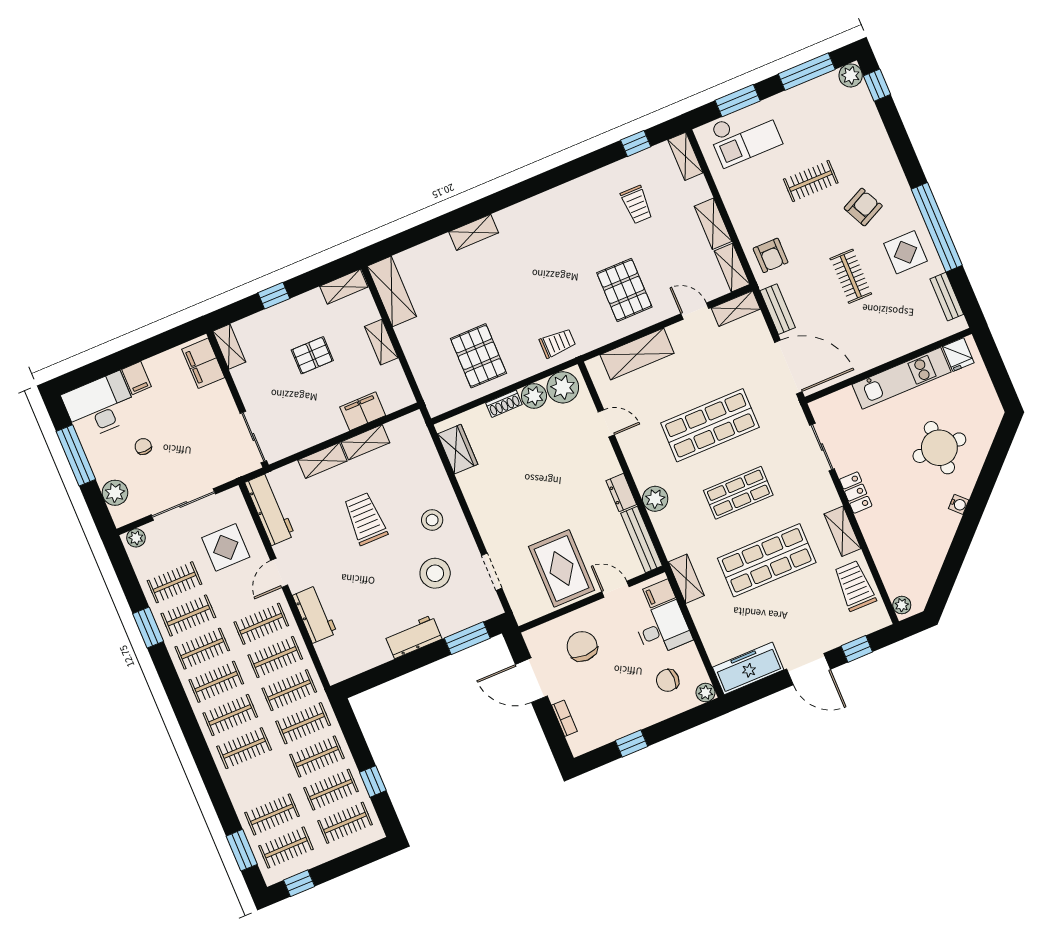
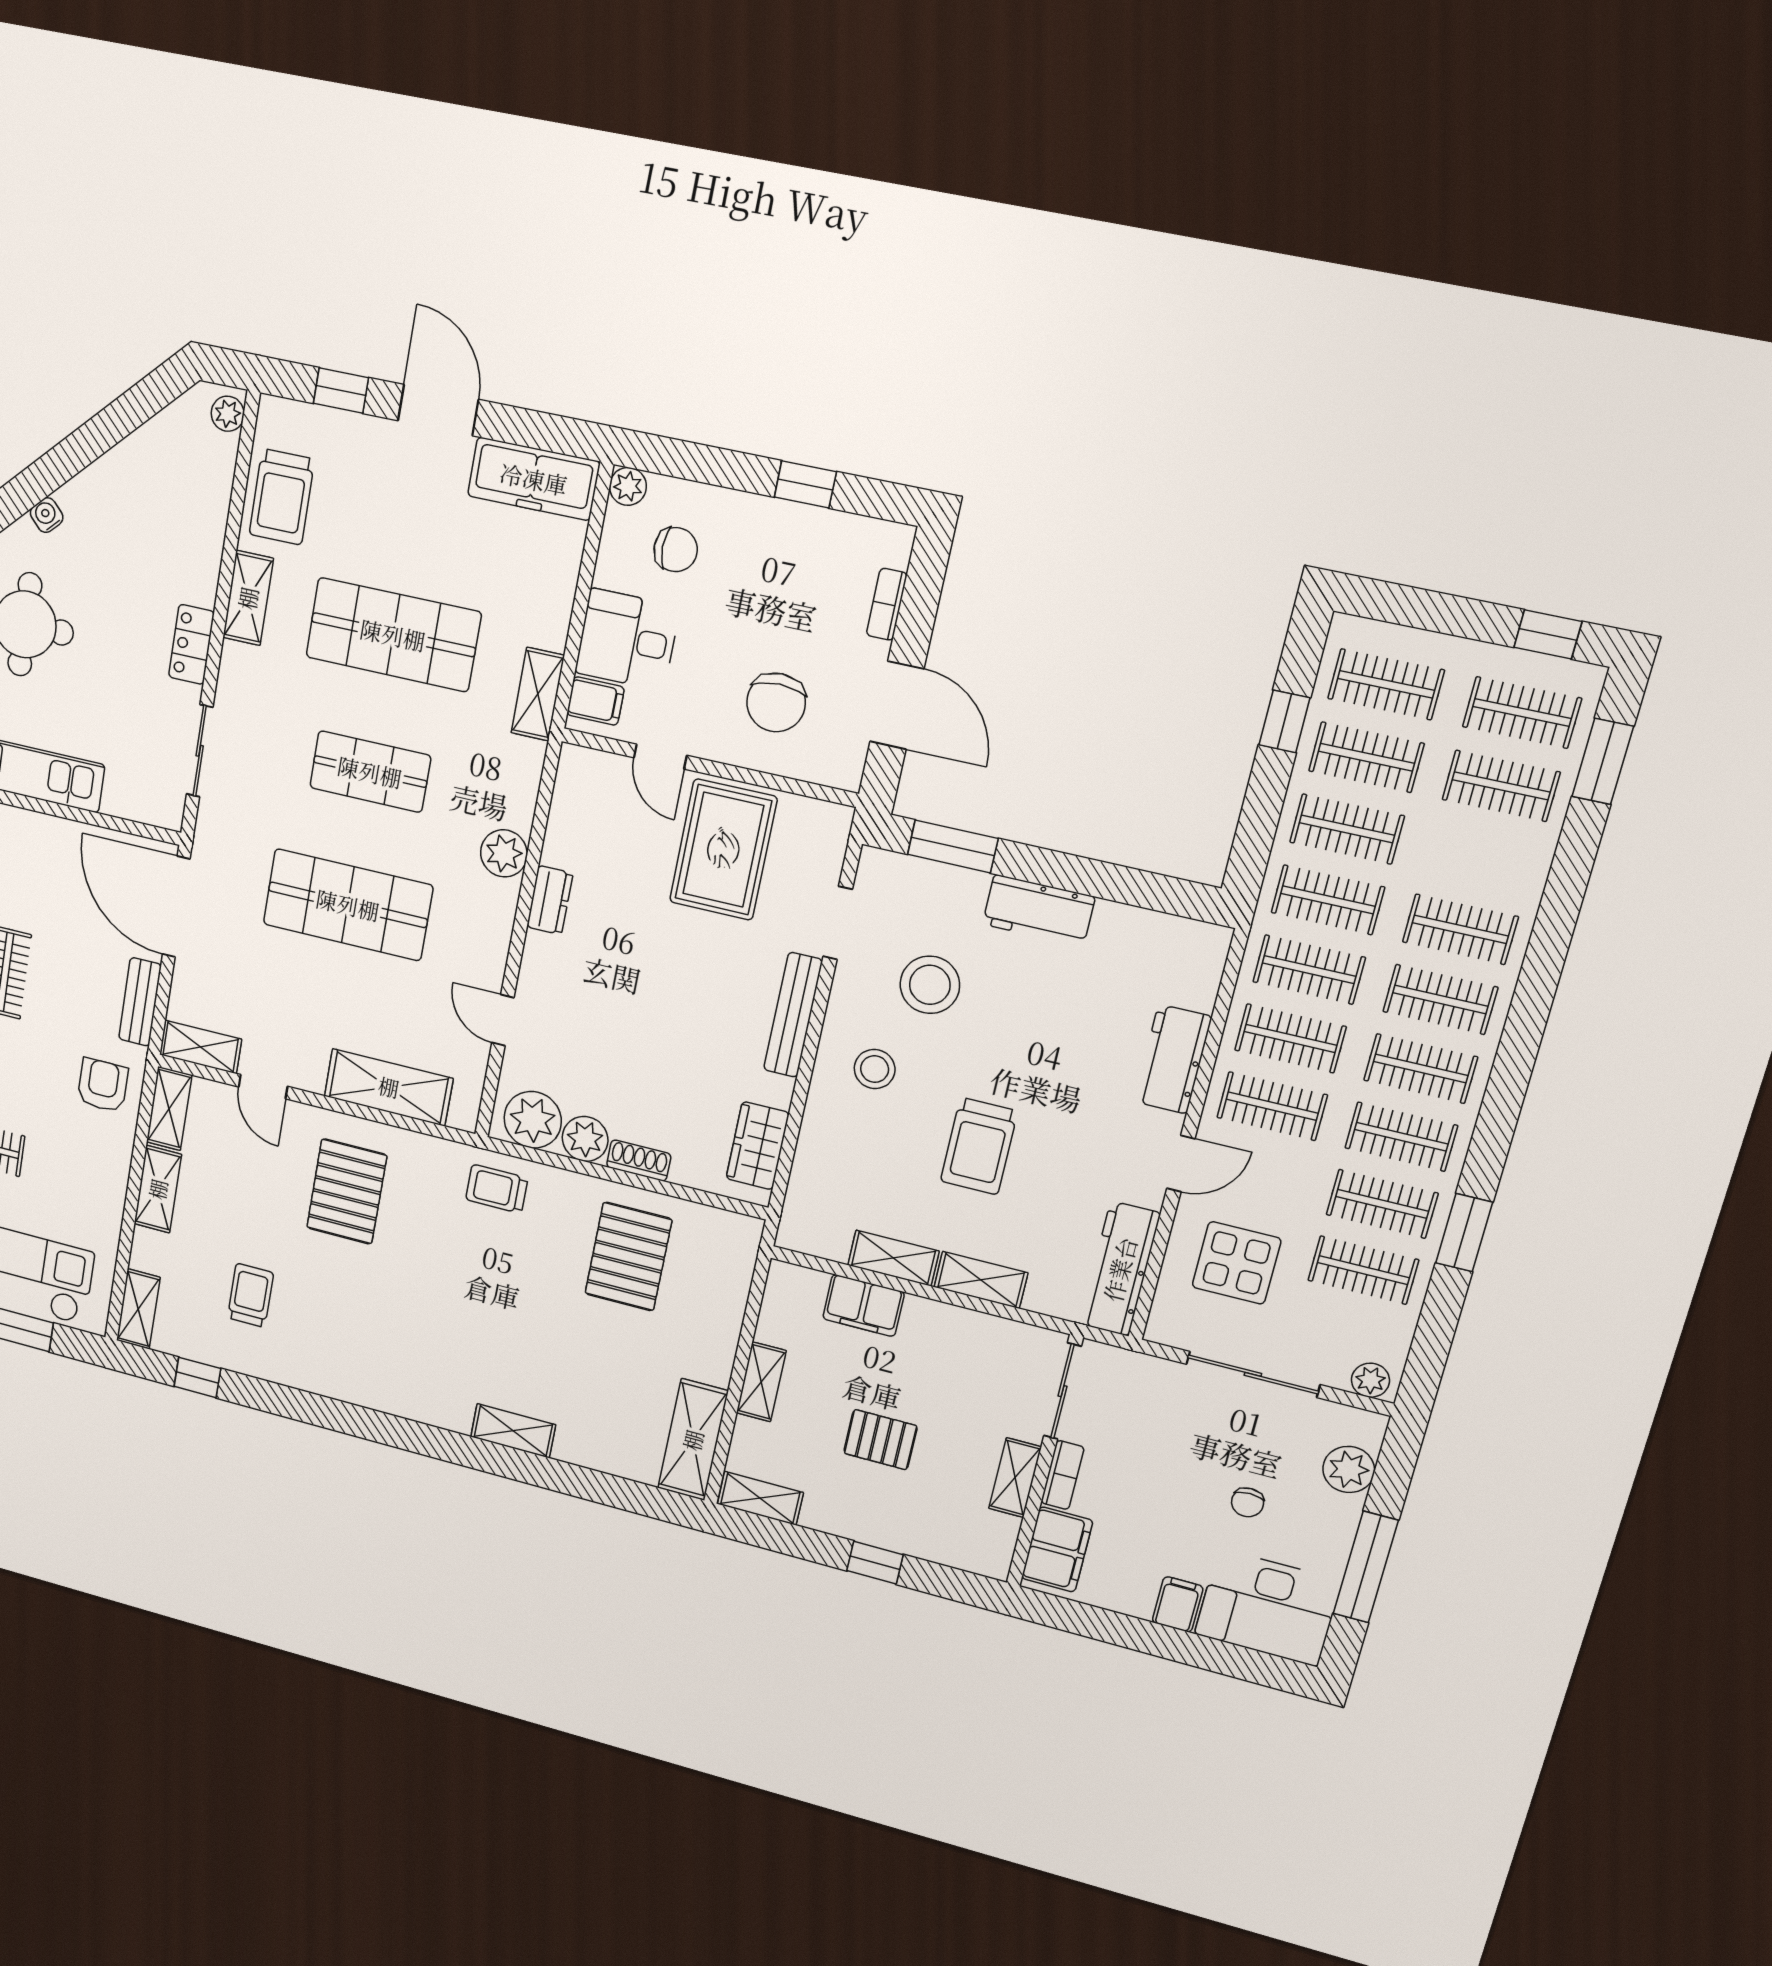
shelving: (229, 347) -> (1015, 1478), moved
bookcase: (226, 399) -> (1063, 1475), added
bench: (642, 539) -> (793, 1015), moved

